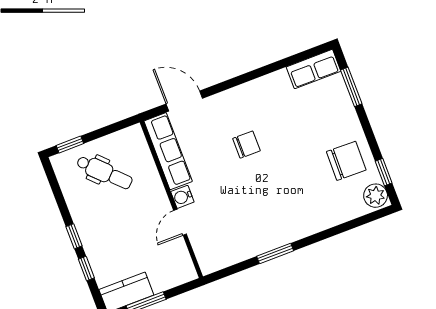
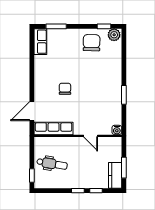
dental chair: (104, 172) -> (52, 164), turned 55
water cooler: (182, 197) -> (117, 130), moved

